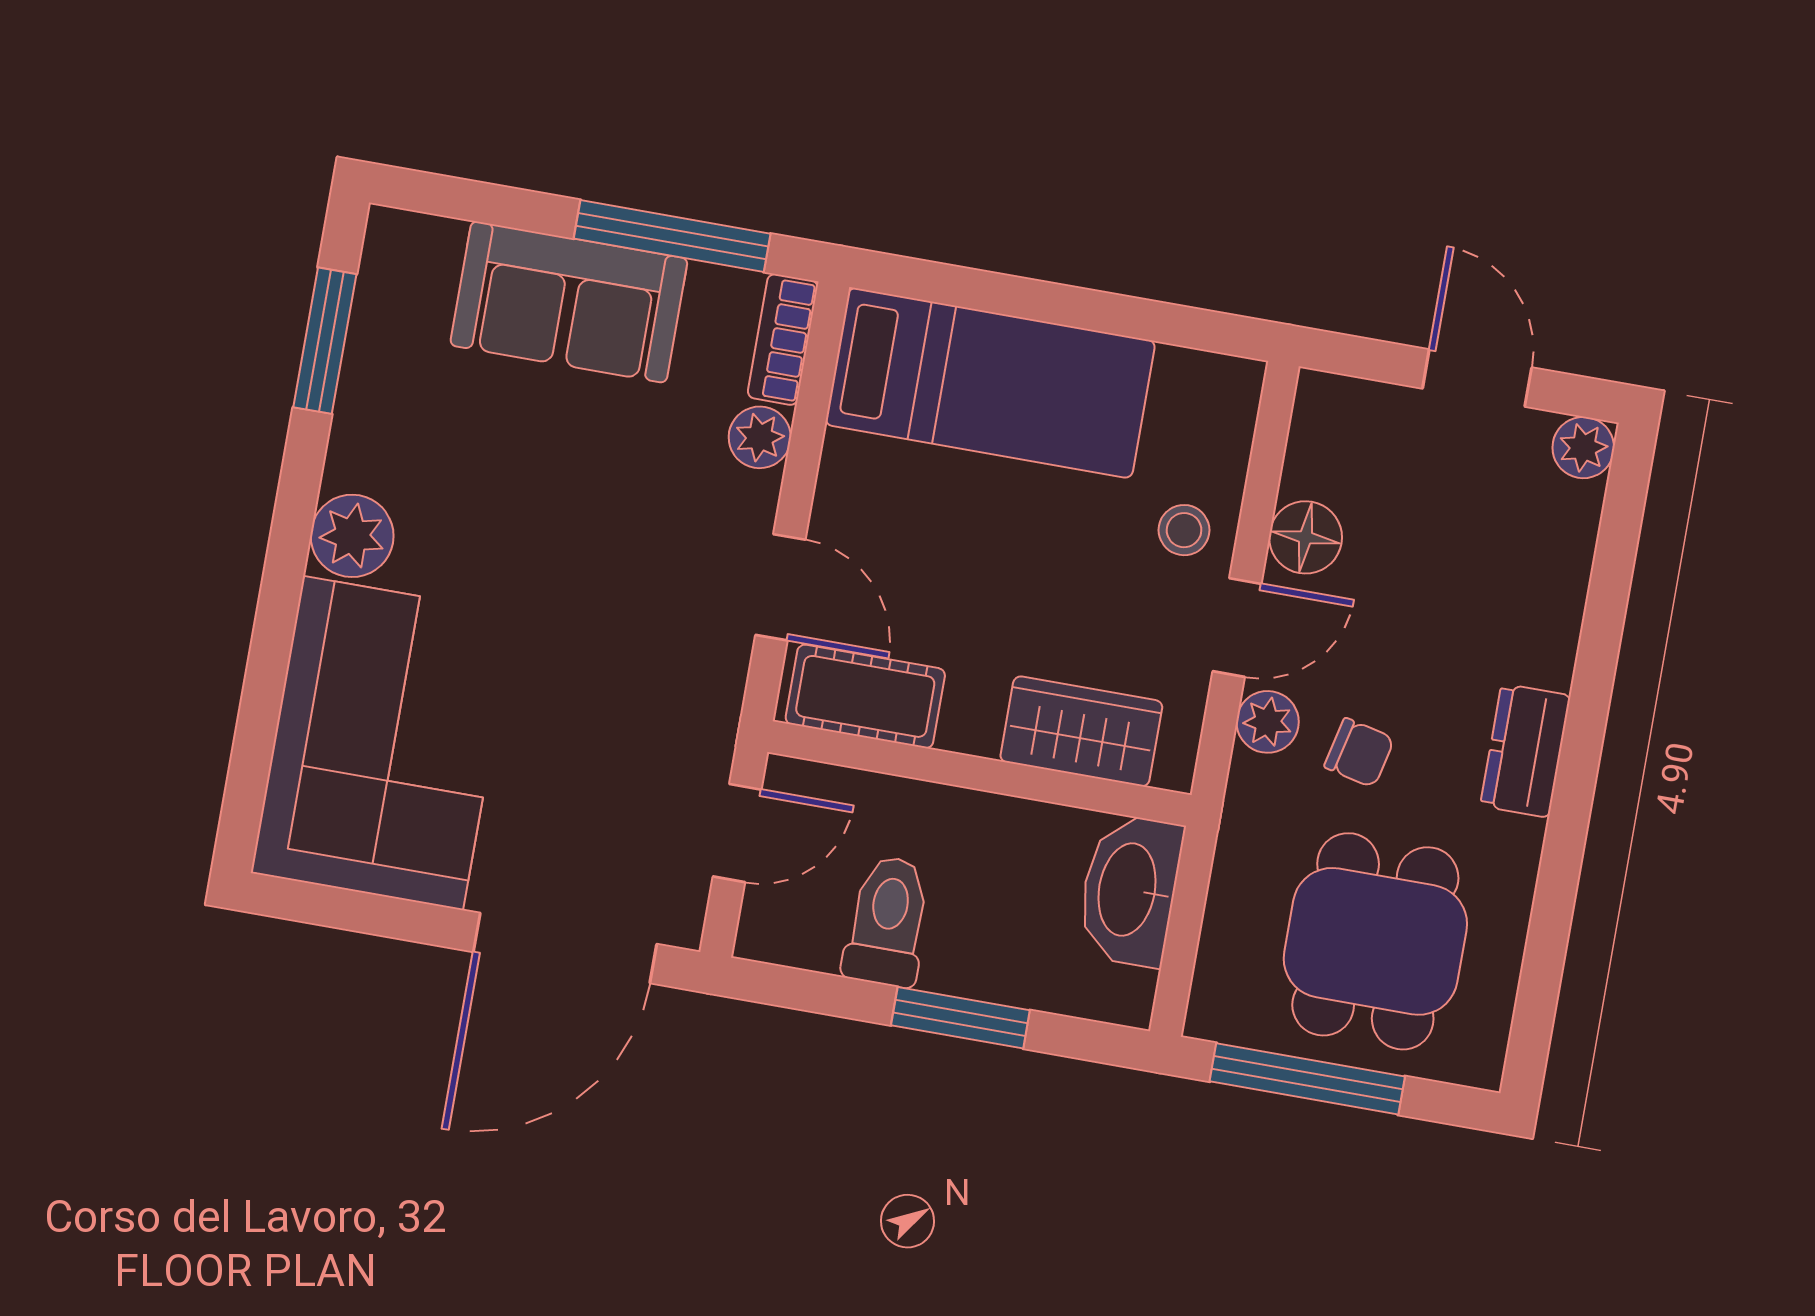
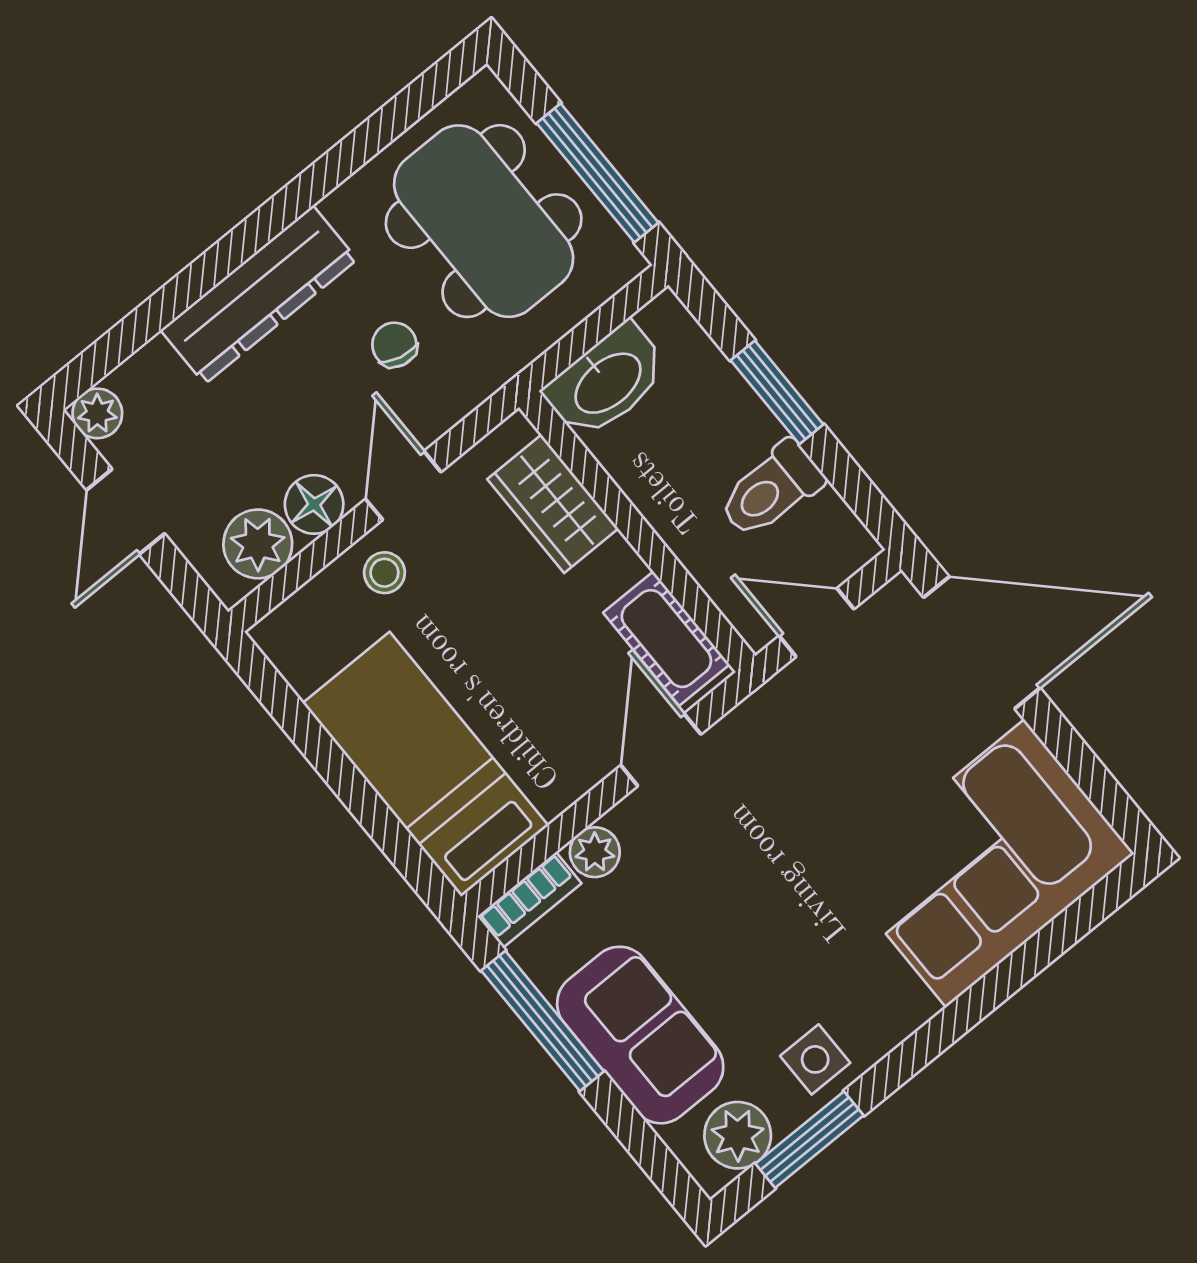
side table: (384, 421) -> (815, 1059), added
plant: (352, 536) -> (738, 1135), moved
door: (1237, 627) -> (403, 485), hinge flipped
plant: (1268, 722) -> (258, 544), moved, width x1.38, depth x1.38
dresser: (1525, 751) -> (259, 295), width x1.96, depth x1.24
dining table: (1375, 941) -> (484, 221), width x1.38

